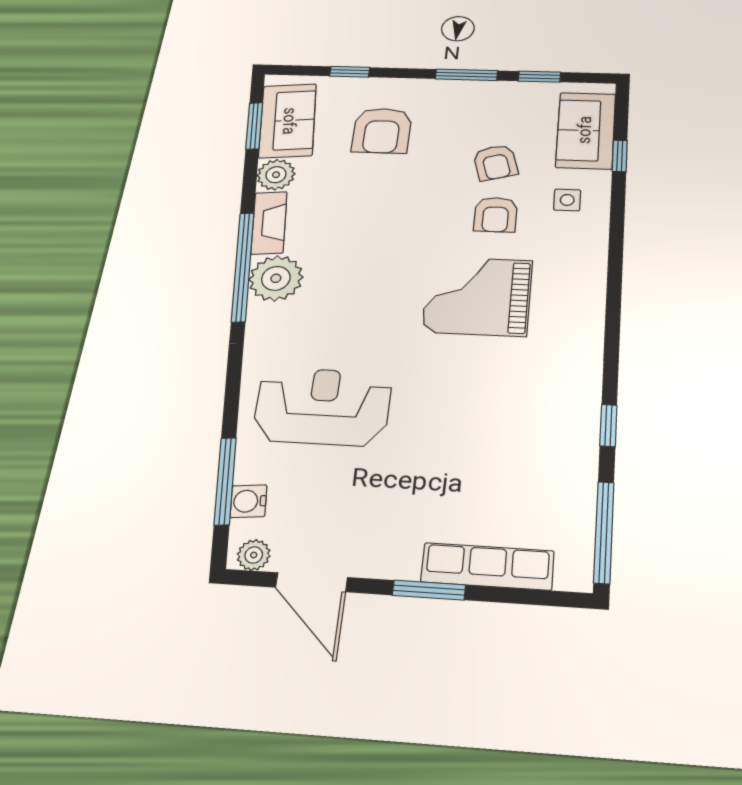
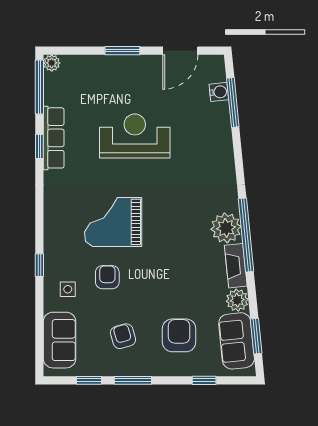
window: (620, 156) -> (39, 265), moved
armchair: (495, 163) -> (123, 336), moved
grand piano: (477, 296) -> (113, 222), turned 180
reception desk: (323, 406) -> (135, 136), moved, turned 180
plant: (254, 555) -> (52, 63), moved
row of seats: (487, 566) -> (54, 138), moved, turned -90
door: (311, 582) -> (180, 51), swing flipped

